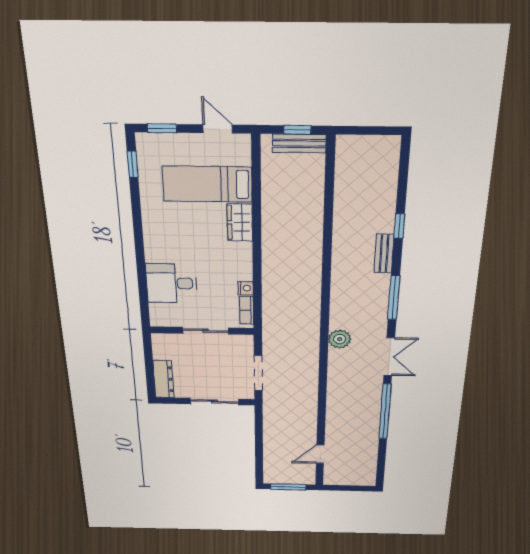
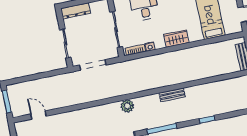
wardrobe: (240, 223) -> (176, 39), moved
bench: (384, 254) -> (172, 95), moved
sliding door: (206, 331) -> (116, 29), width x1.37

